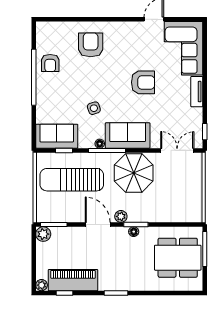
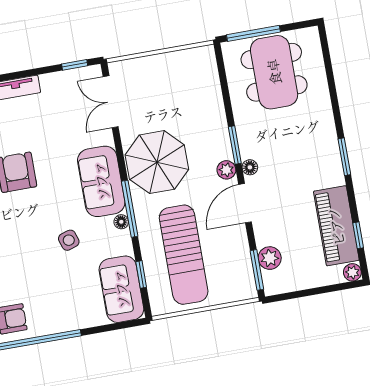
floor lamp: (134, 232) -> (250, 167), moved
plant: (43, 234) -> (270, 258), moved

